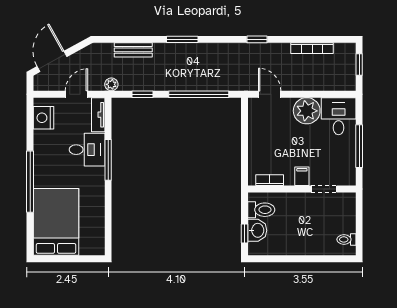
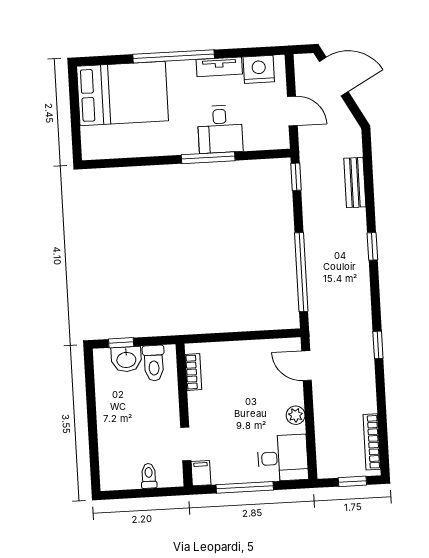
window: (182, 39) -> (372, 246), width x0.67
bookcase: (312, 48) -> (372, 442), moved
plant: (111, 84) -> (308, 156), removed
window: (142, 94) -> (296, 177), moved
door: (270, 94) -> (307, 366), swing flipped
plant: (307, 111) -> (296, 415), width x0.53, depth x0.53
tv unit: (98, 115) -> (219, 67), moved, turned 180
filing cabinet: (302, 176) -> (201, 473), moved, turned -90
toilet: (346, 239) -> (149, 476), moved

